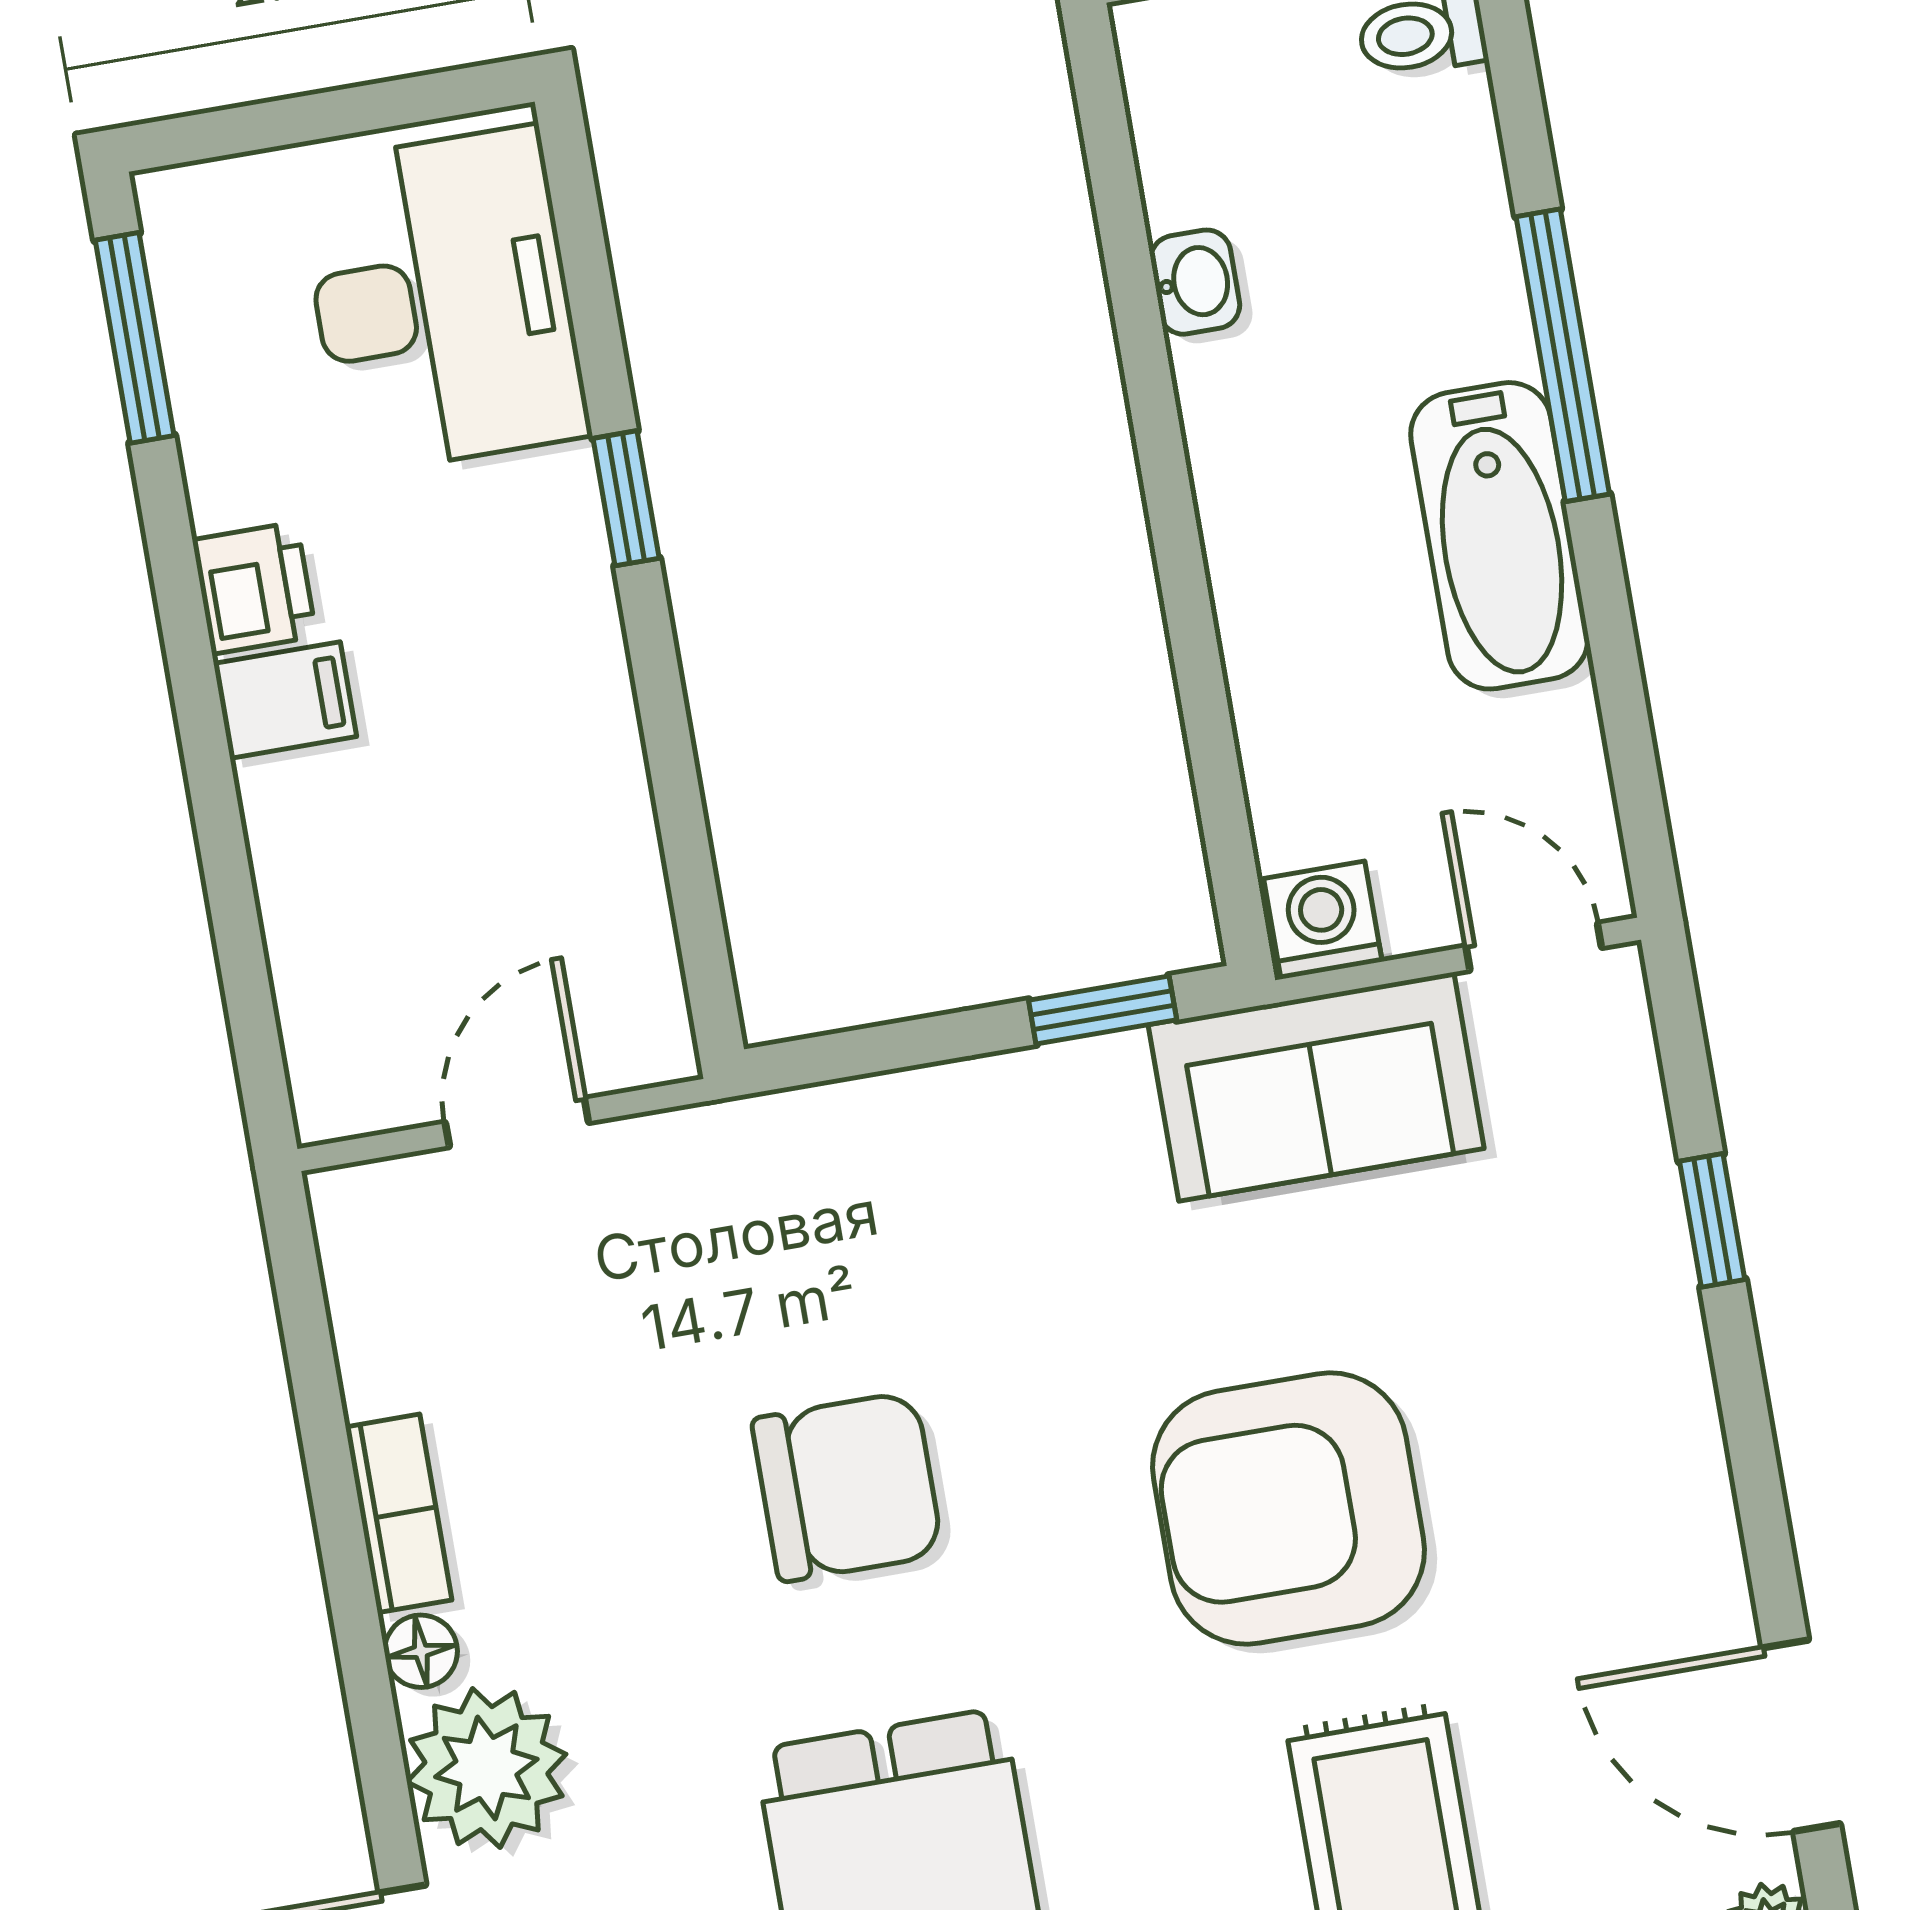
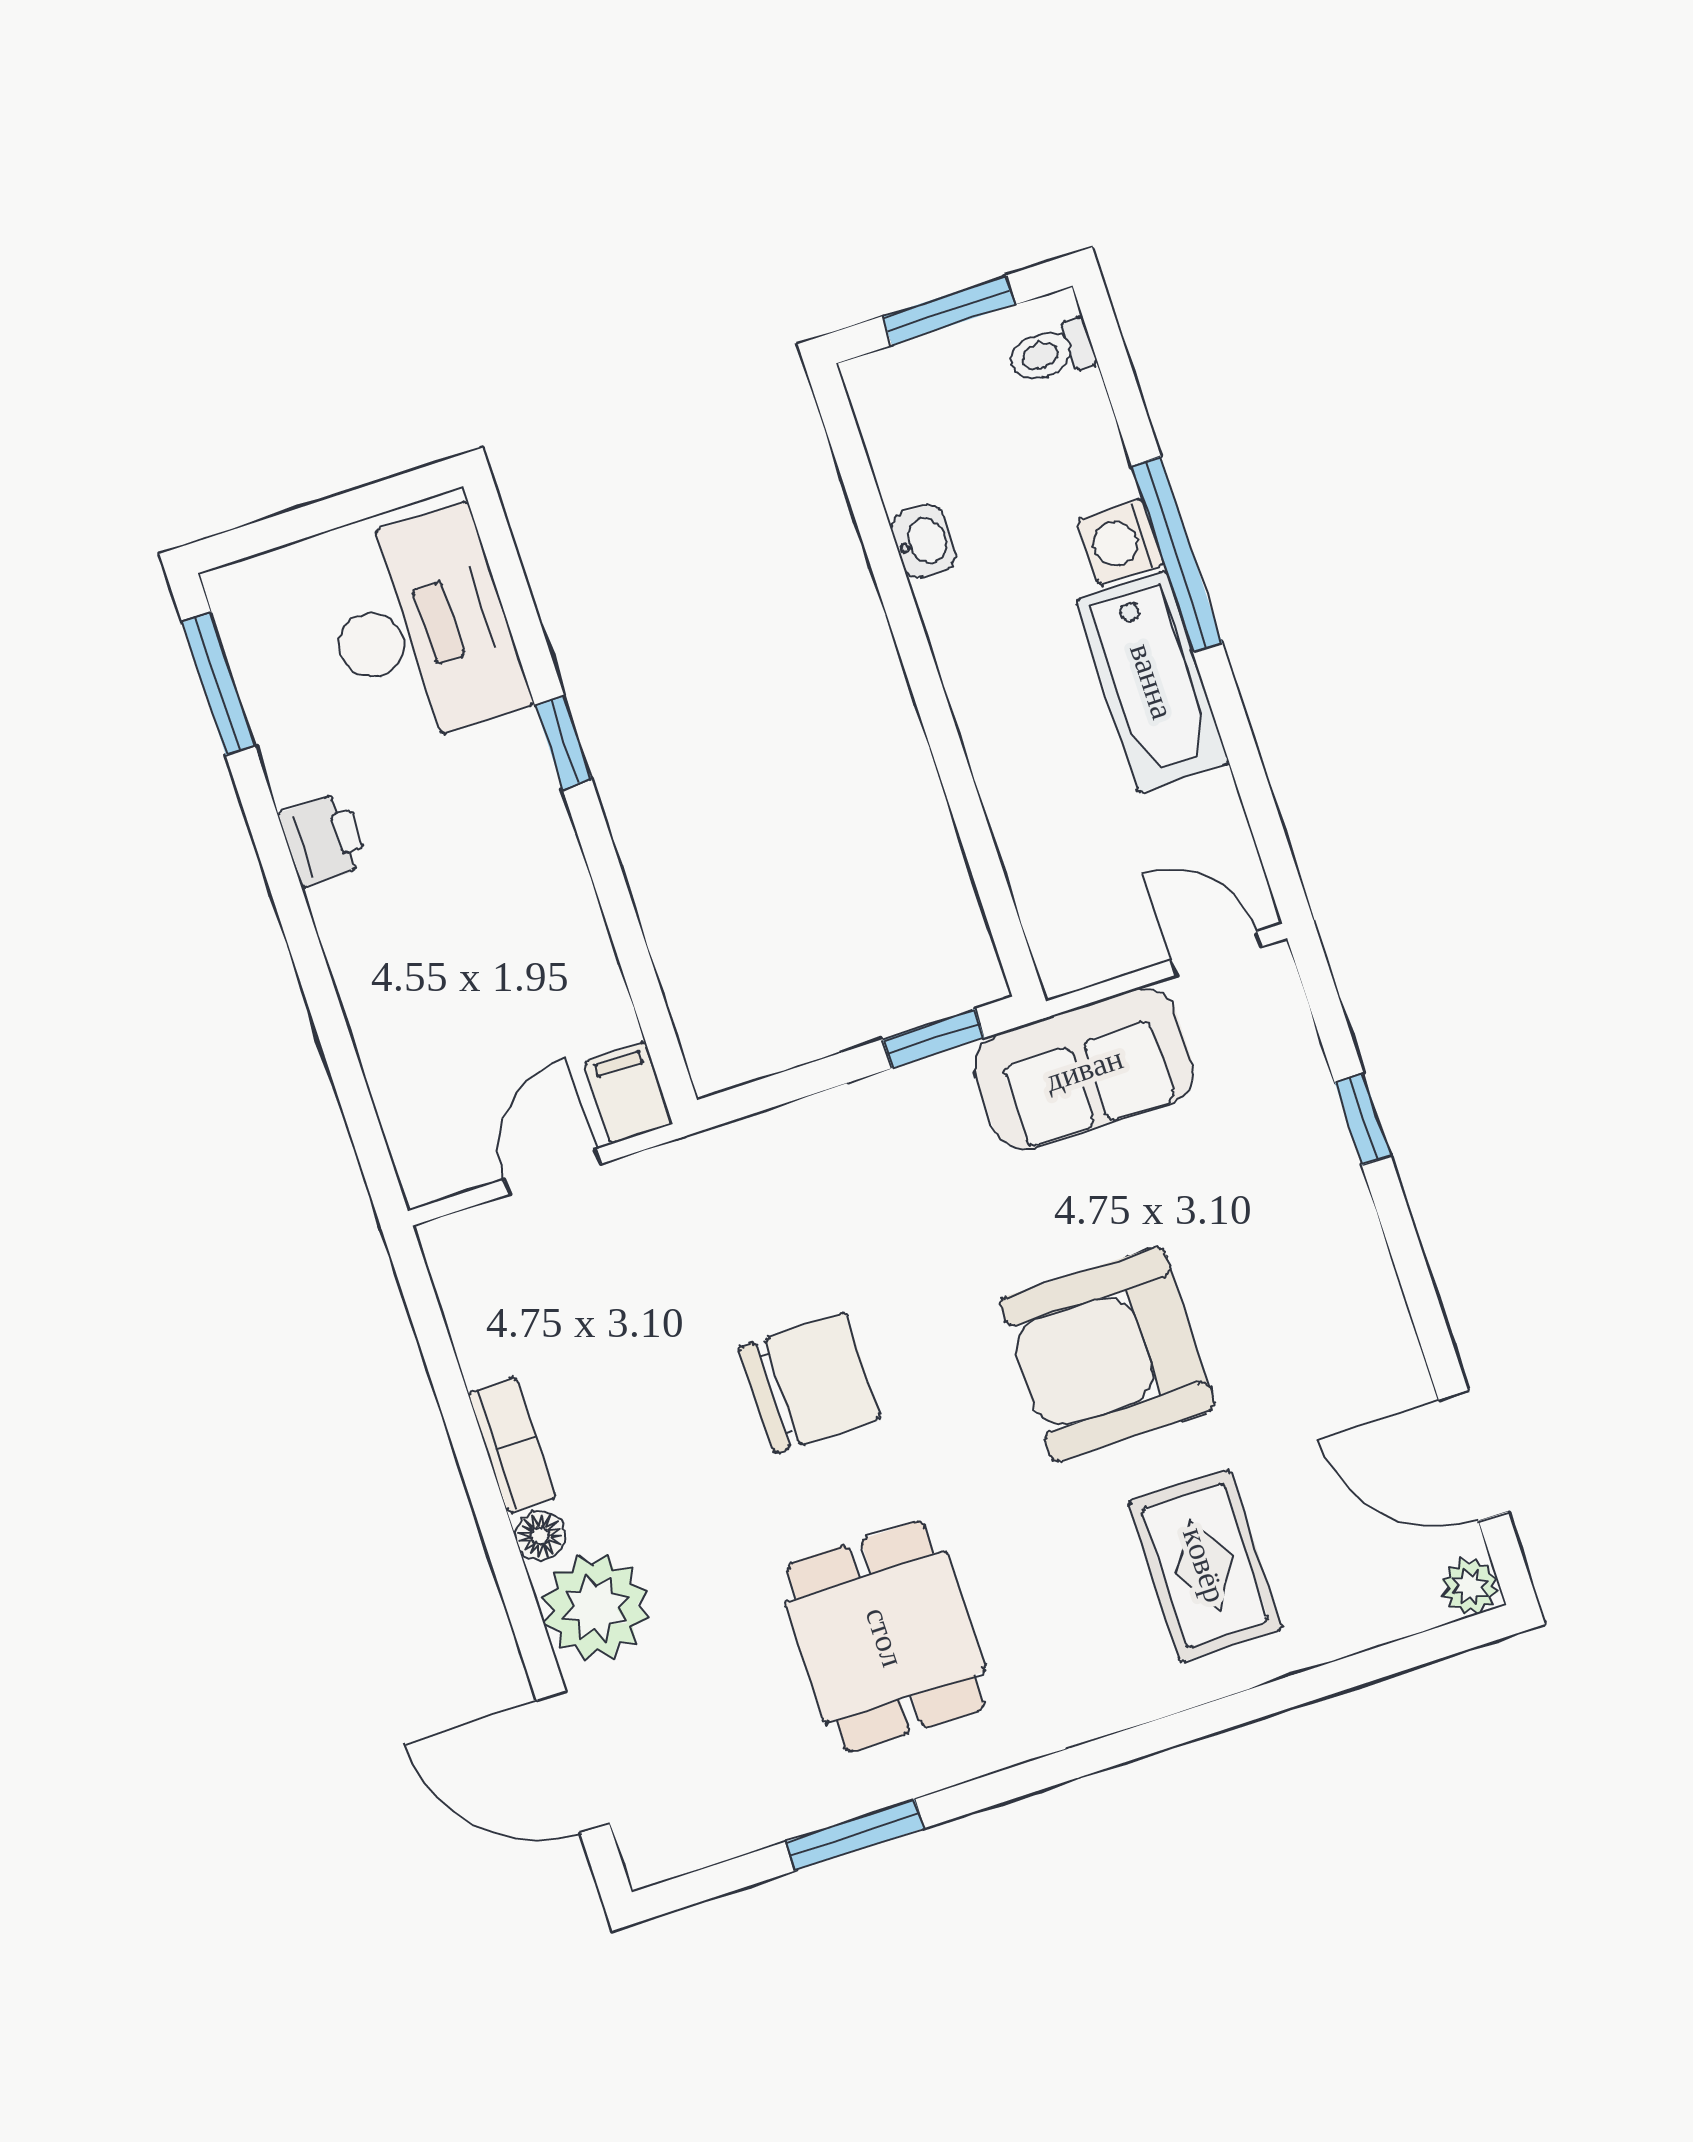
filing cabinet: (285, 700) -> (628, 1093), moved, turned -90
washing machine: (1323, 920) -> (1121, 542), moved, turned -90

